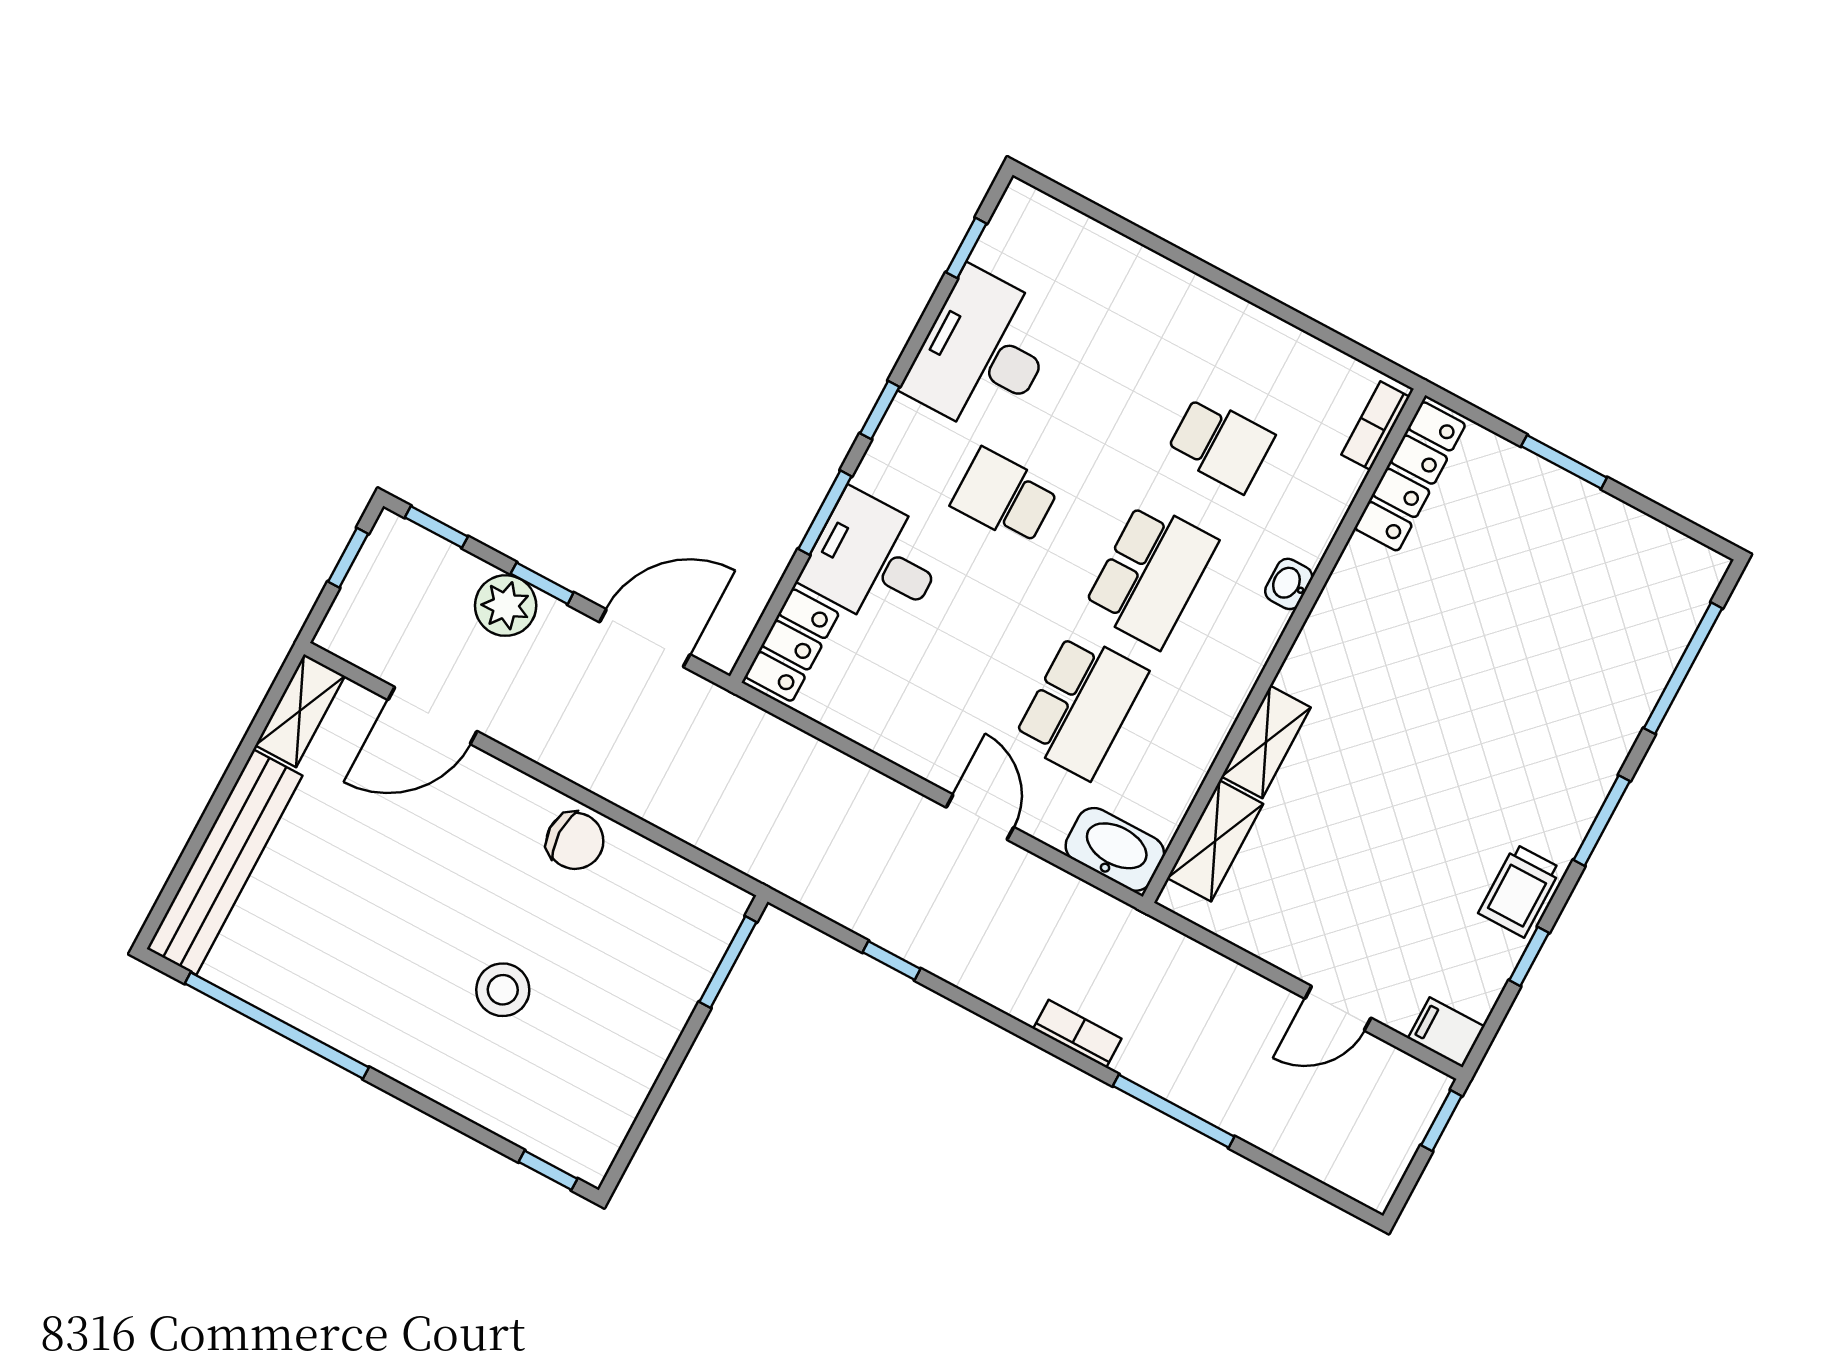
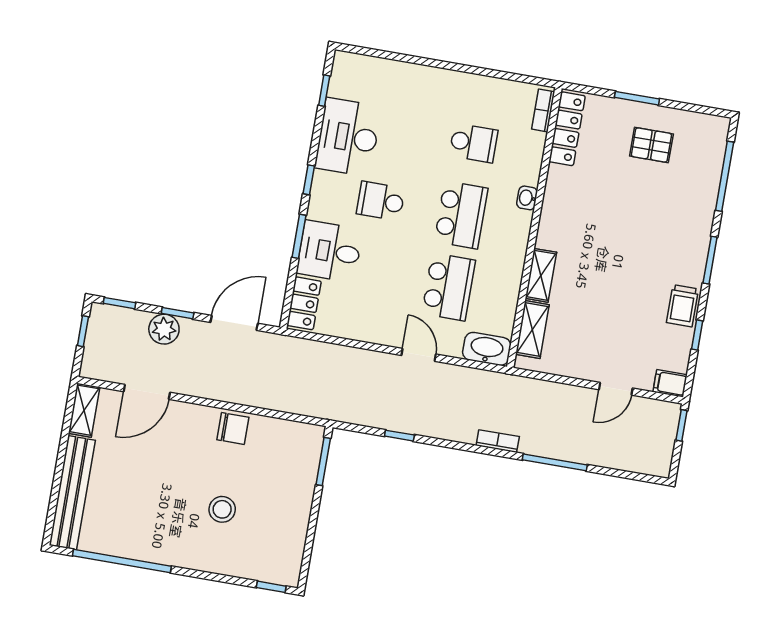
pallet: (1562, 561) -> (651, 145), added

